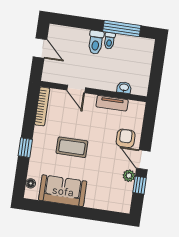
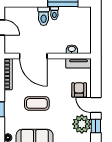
door: (76, 89) -> (33, 56), width x1.87
tv unit: (112, 103) -> (78, 63), moved
plant: (129, 176) -> (82, 124), width x1.87, depth x1.87

